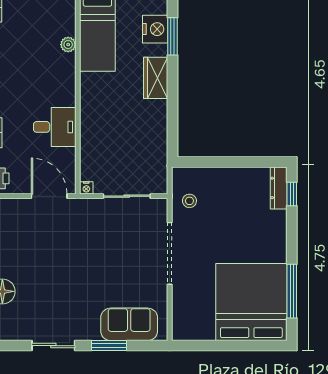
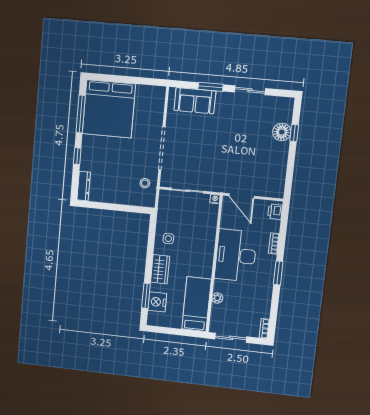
side table: (148, 124) -> (168, 239), added
desk: (55, 127) -> (236, 255), width x1.87, depth x1.30
window: (292, 194) -> (77, 156), moved

